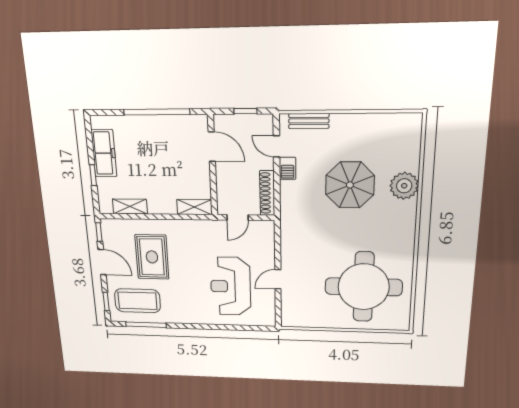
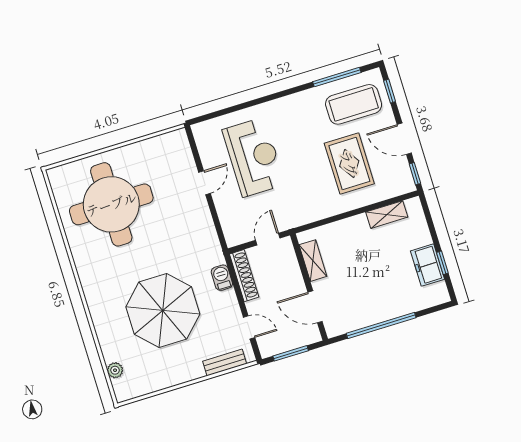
window: (245, 111) -> (291, 353), width x1.50
freezer: (104, 153) -> (427, 265), width x0.71
barbecue: (287, 168) -> (222, 278), moved
window: (93, 175) -> (442, 263), moved
parasol: (350, 185) -> (163, 310), width x1.36, depth x1.36
plant: (404, 186) -> (115, 370), moved, width x0.53, depth x0.53
shelving: (194, 207) -> (313, 261), moved, turned 90

